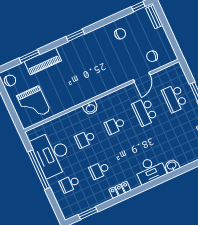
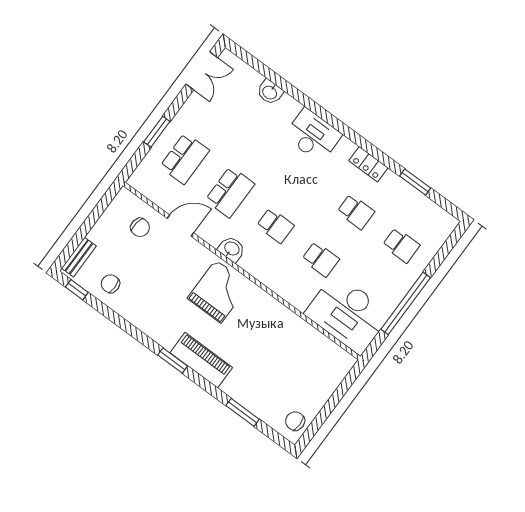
chair: (120, 34) -> (110, 284), moved
piano: (43, 61) -> (201, 360), moved
grand piano: (33, 103) -> (218, 291), moved
washbasin: (90, 108) -> (232, 249), moved
desk: (52, 154) -> (348, 314), moved, turned 90
washbasin: (172, 166) -> (270, 92), moved
window: (88, 213) -> (415, 182), moved

